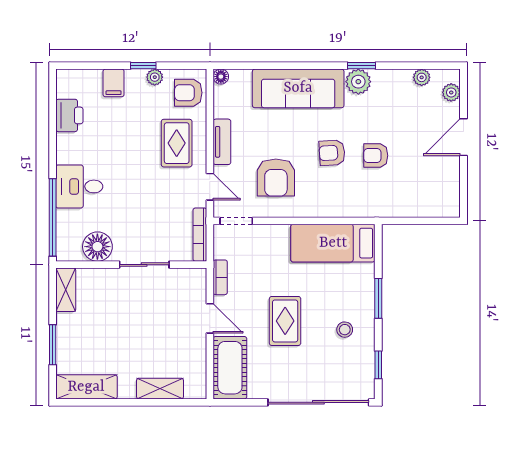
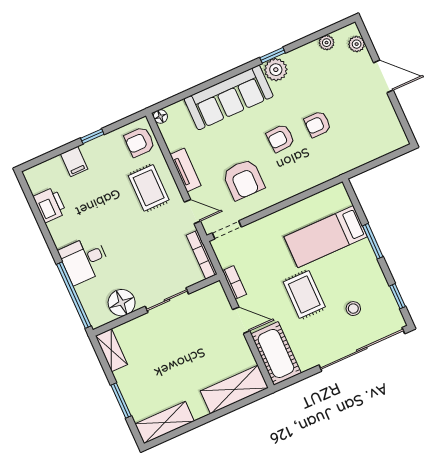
plant: (155, 77) -> (106, 141), removed
door: (464, 137) -> (383, 76), swing flipped
bed: (333, 243) -> (326, 237), moved
stool: (345, 330) -> (353, 309), moved
shelving: (160, 389) -> (234, 389), width x1.50, depth x1.33

